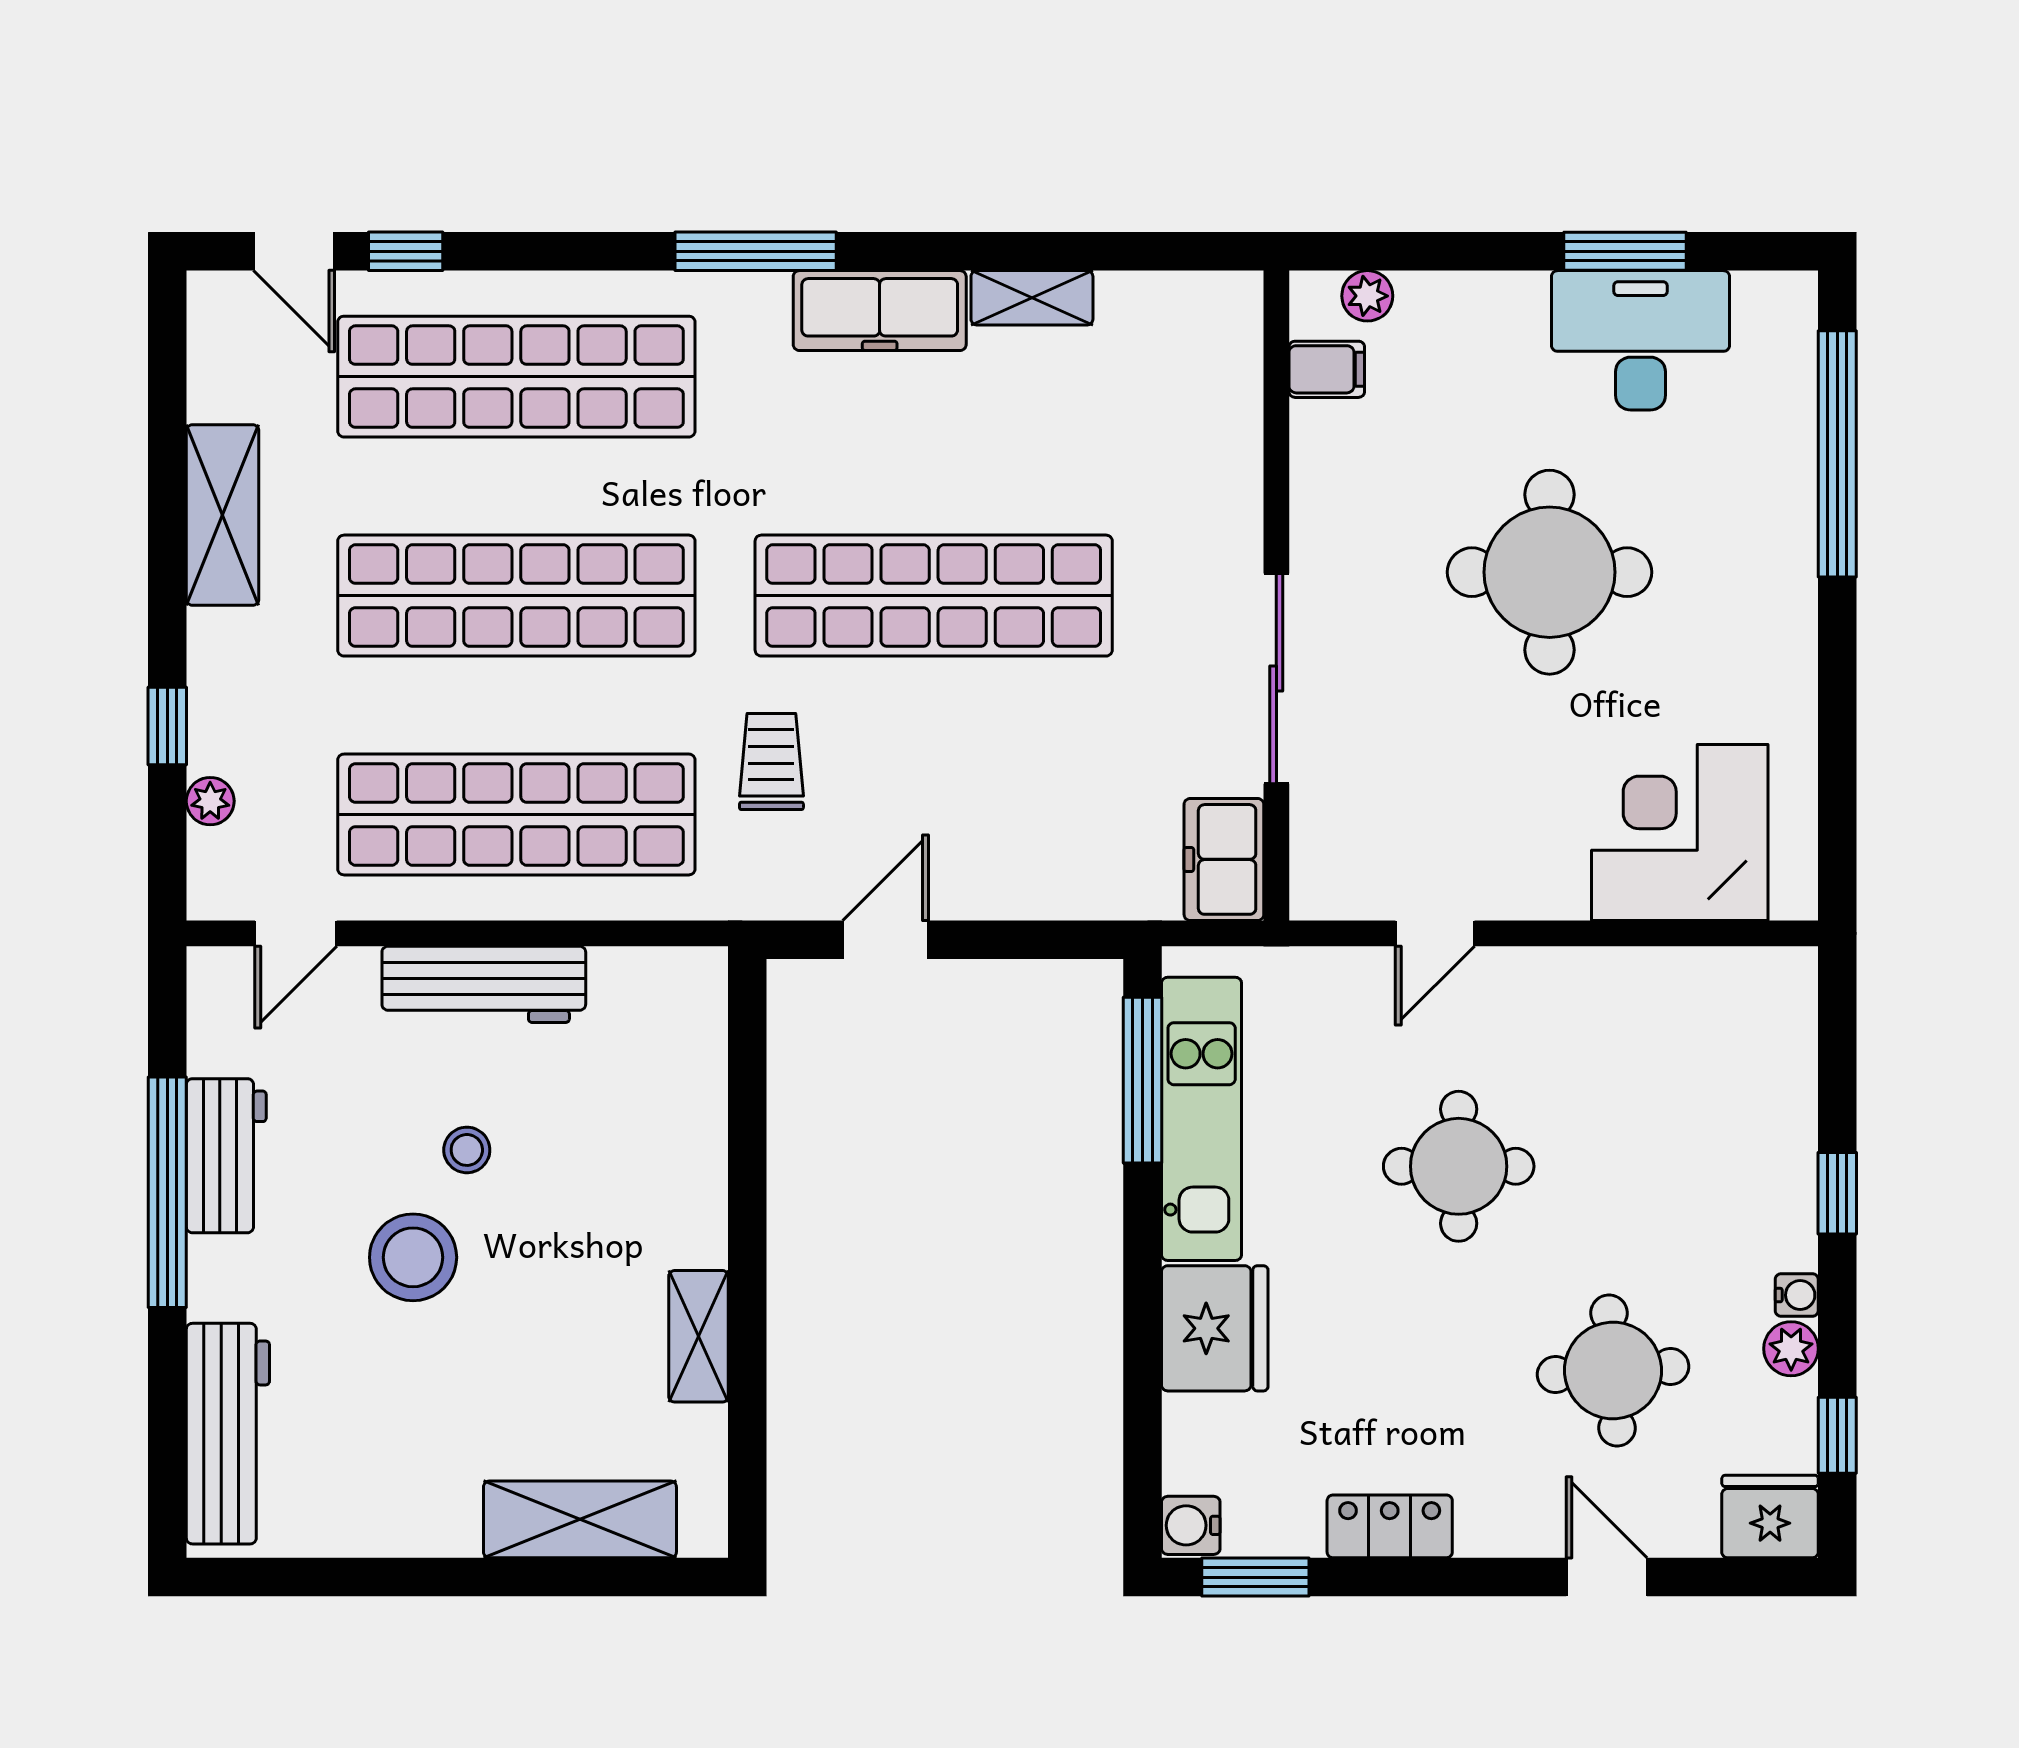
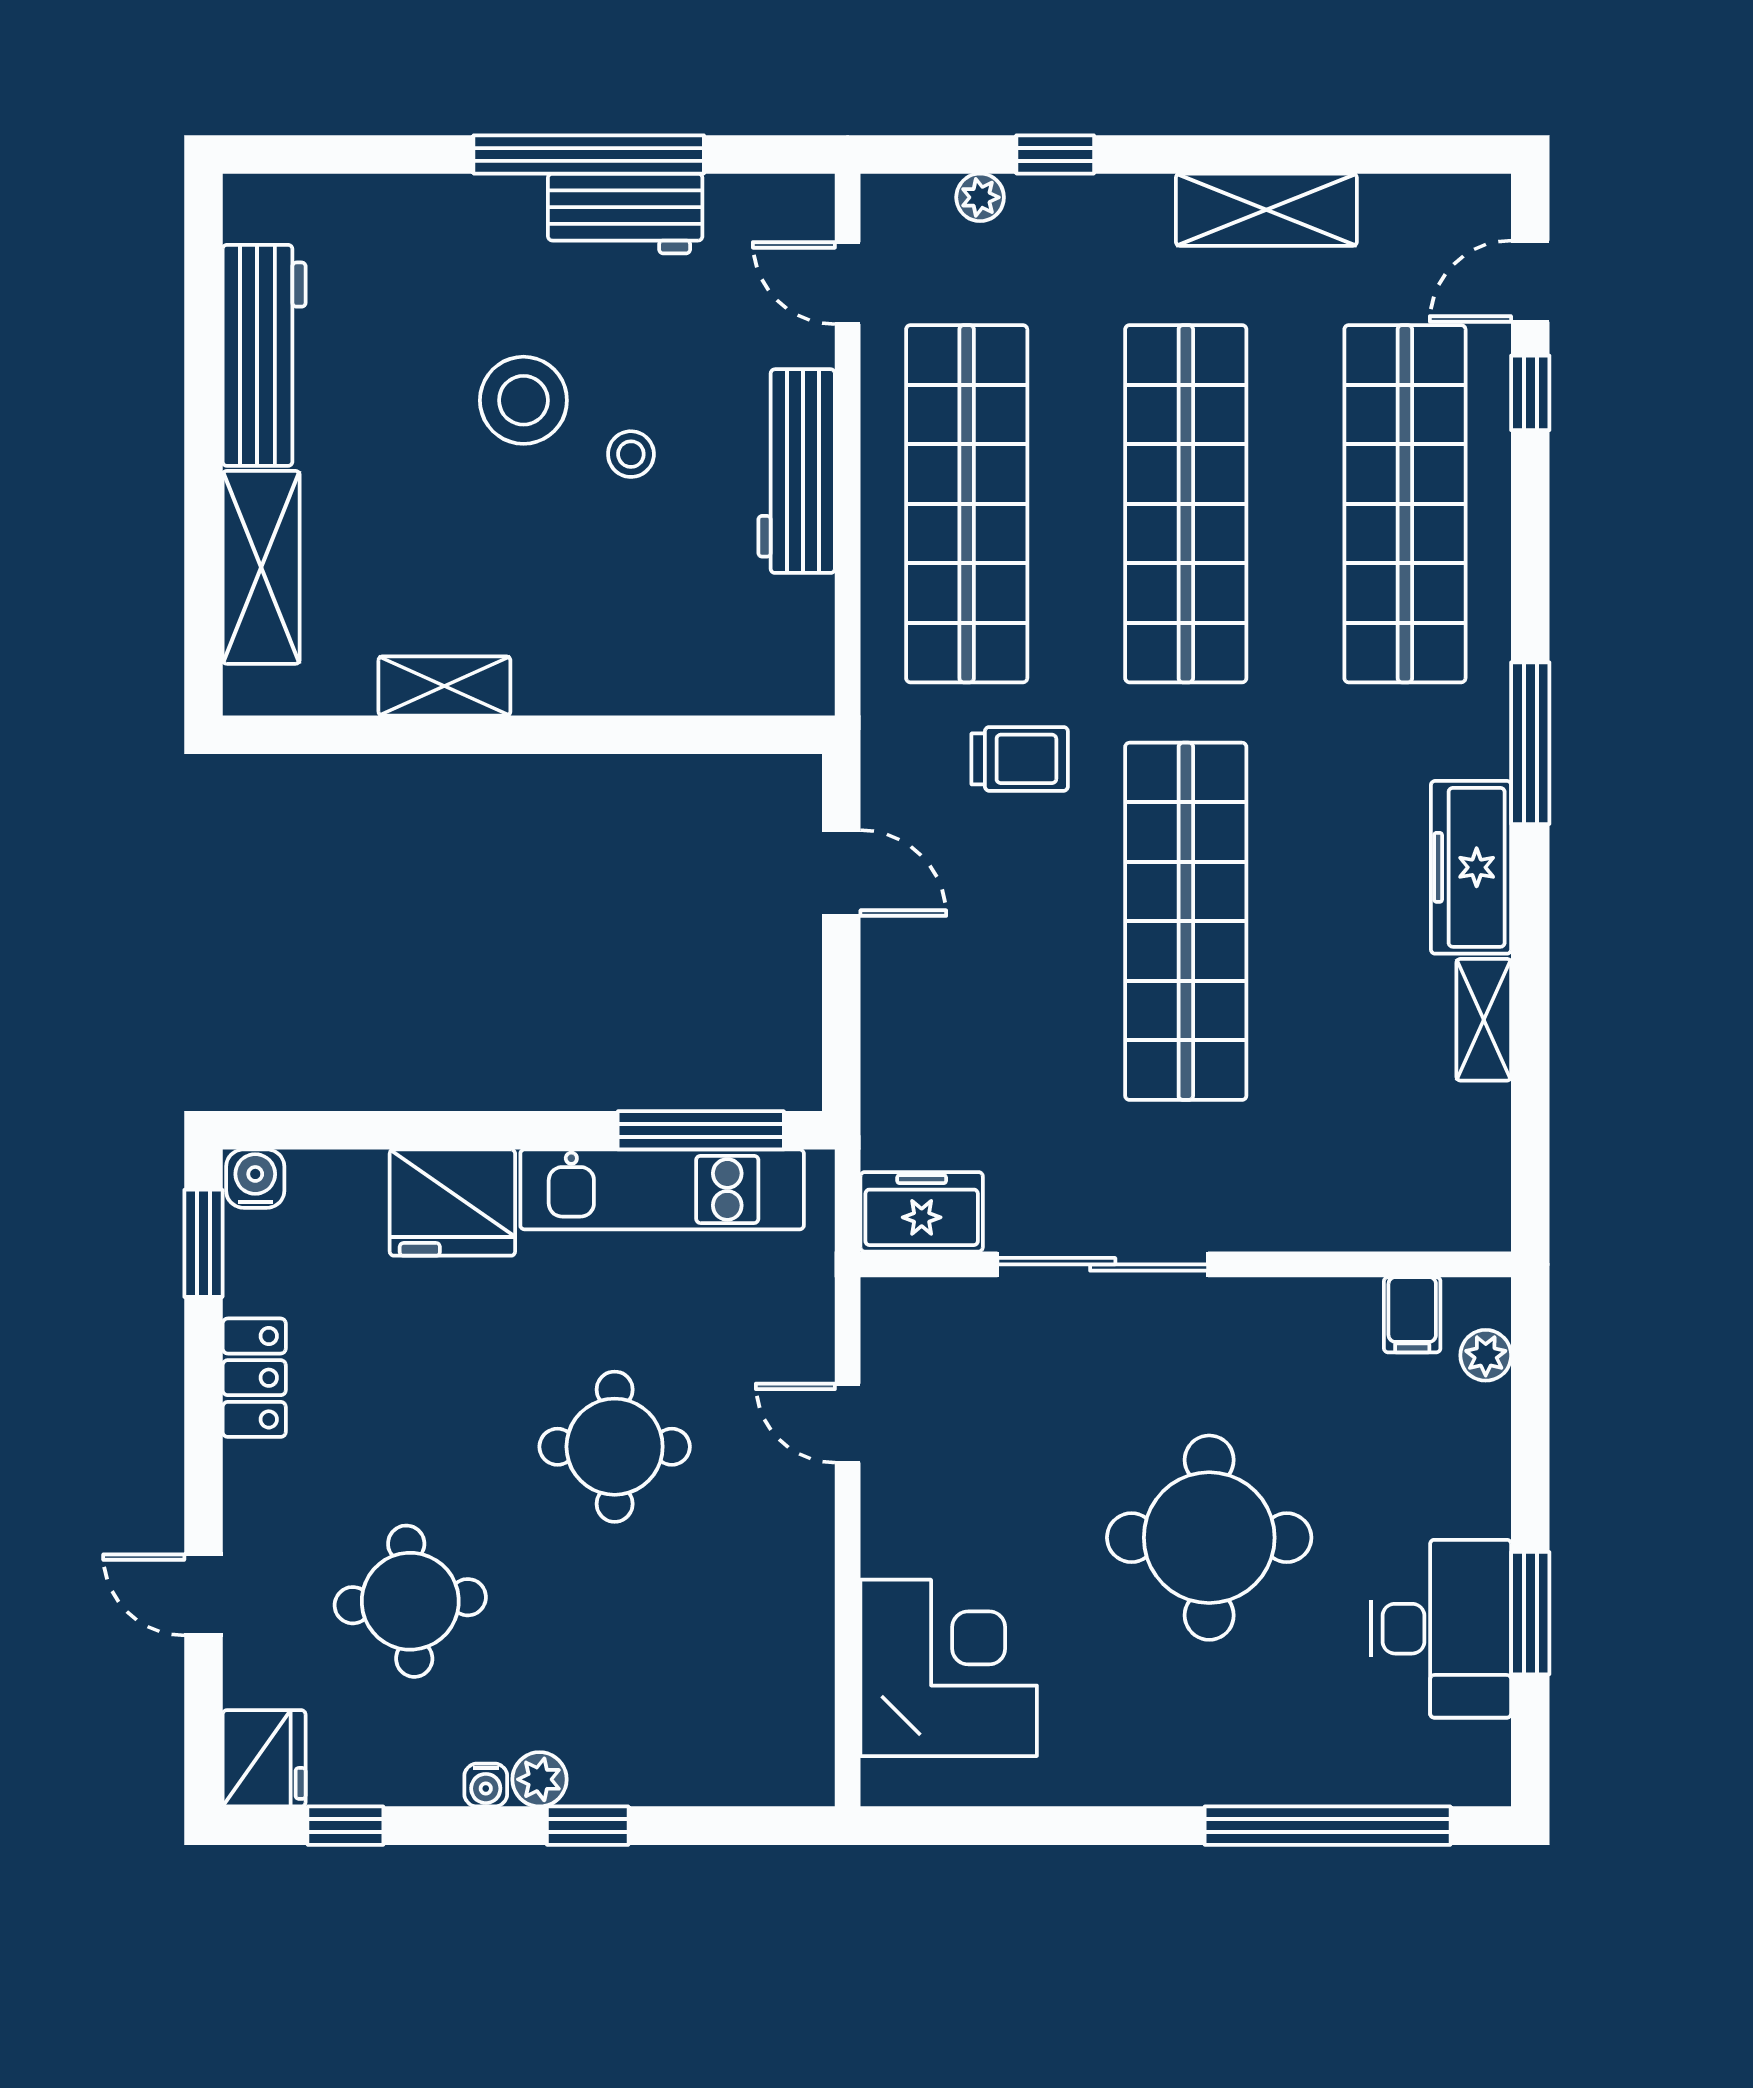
plant: (1791, 1349) -> (539, 1779), moved
workbench: (228, 1434) -> (264, 355), moved, turned -90
door: (1607, 1577) -> (203, 1595), swing flipped

